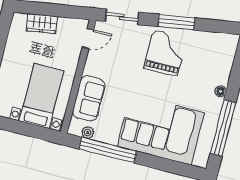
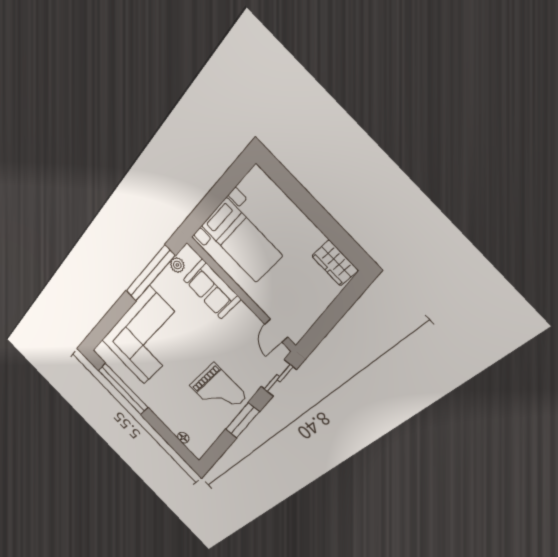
wardrobe: (42, 24) -> (335, 263), moved, turned -81
floor lamp: (221, 91) -> (183, 438), moved

